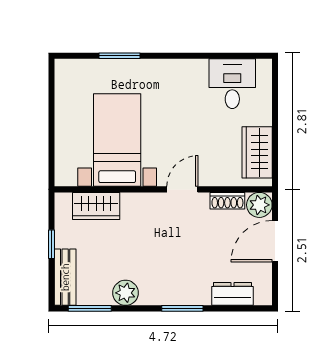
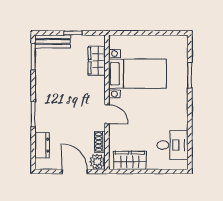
plant: (125, 293) -> (43, 79), removed

